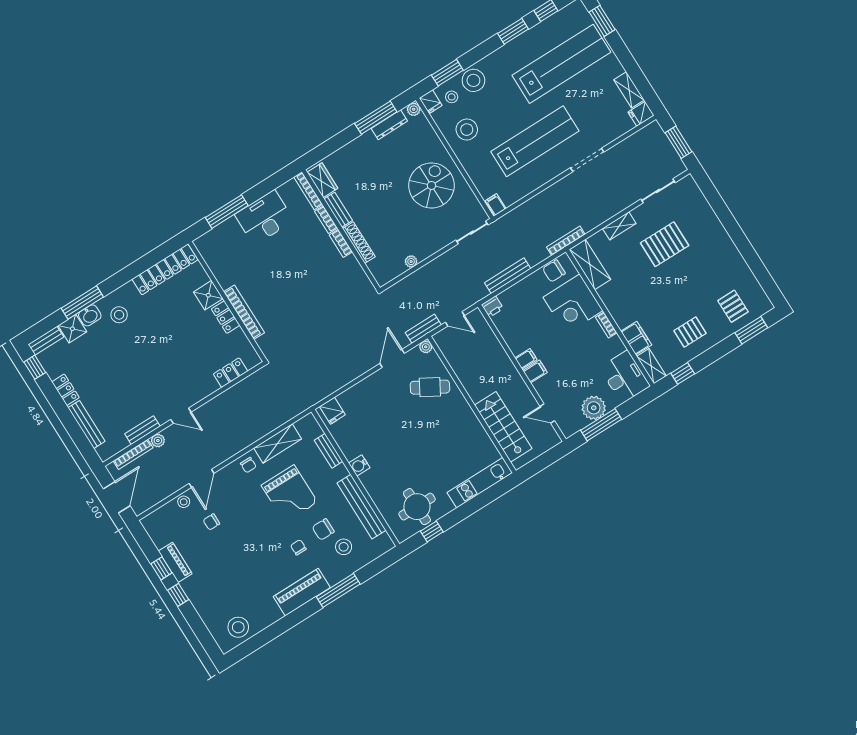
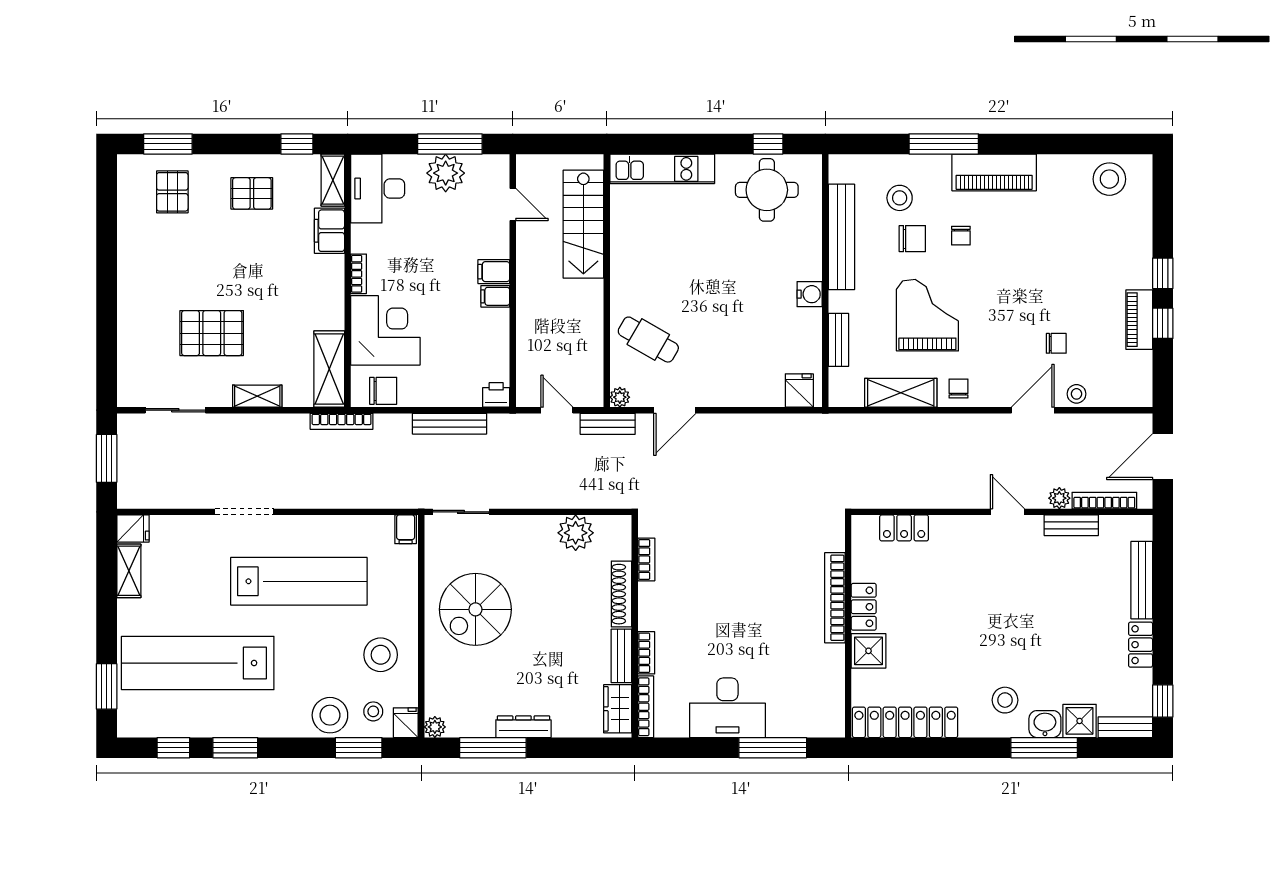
dresser: (389, 125) -> (523, 727), moved
lab bench: (535, 141) -> (299, 581), turned 180
bookcase: (341, 243) -> (646, 559), moved
plant: (411, 262) -> (576, 533), width x1.88, depth x1.88

